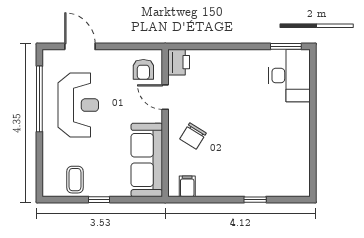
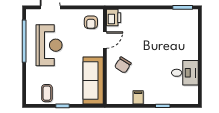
desk: (289, 76) -> (185, 73), moved, width x0.73
door: (165, 97) -> (105, 40), swing flipped
filing cabinet: (187, 186) -> (138, 97), moved

